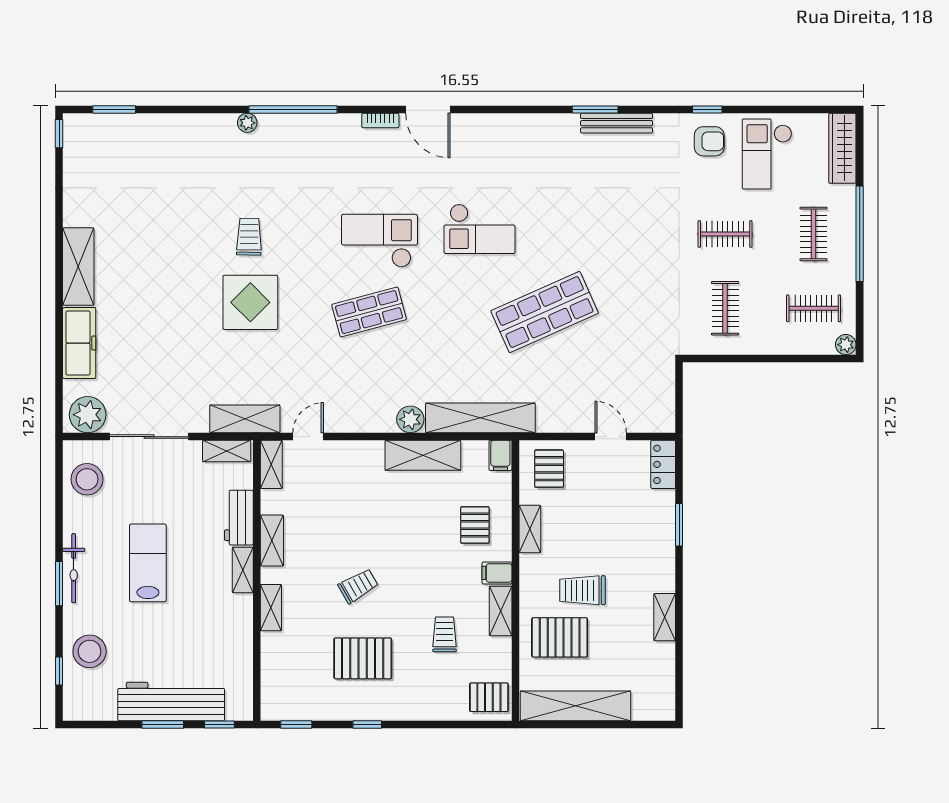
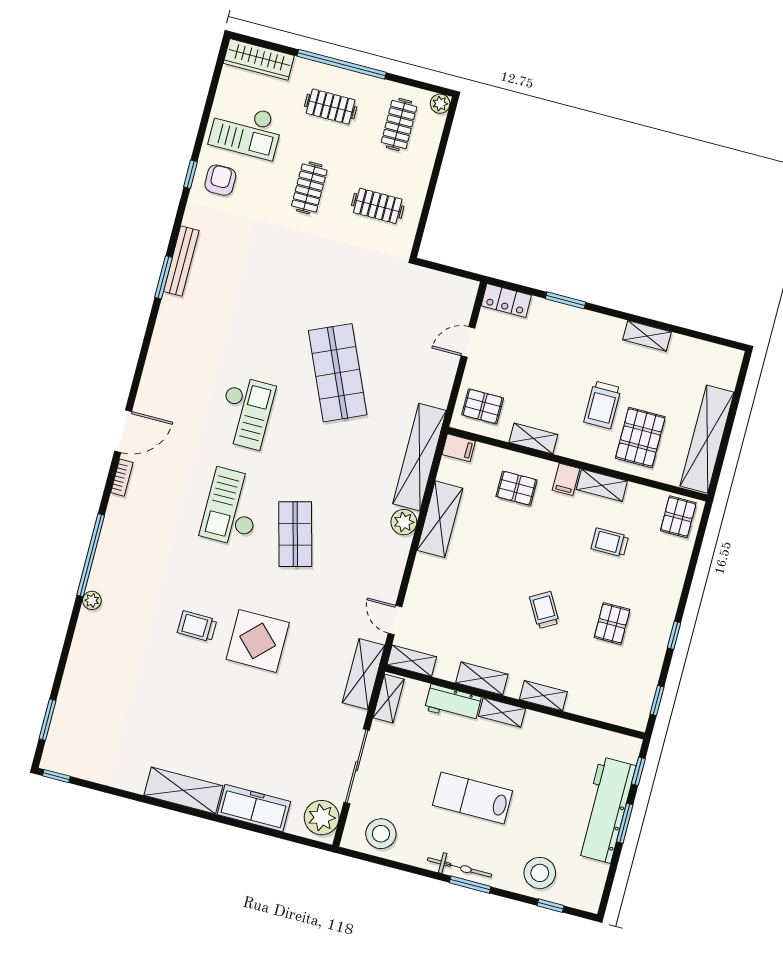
pallet: (363, 658) -> (612, 623), width x0.67, depth x0.71

